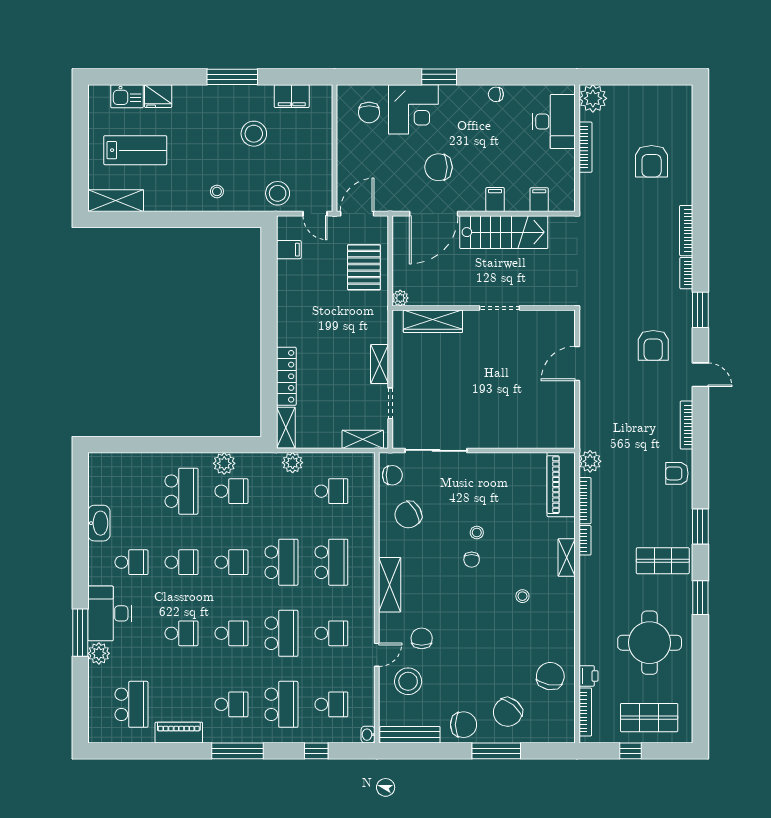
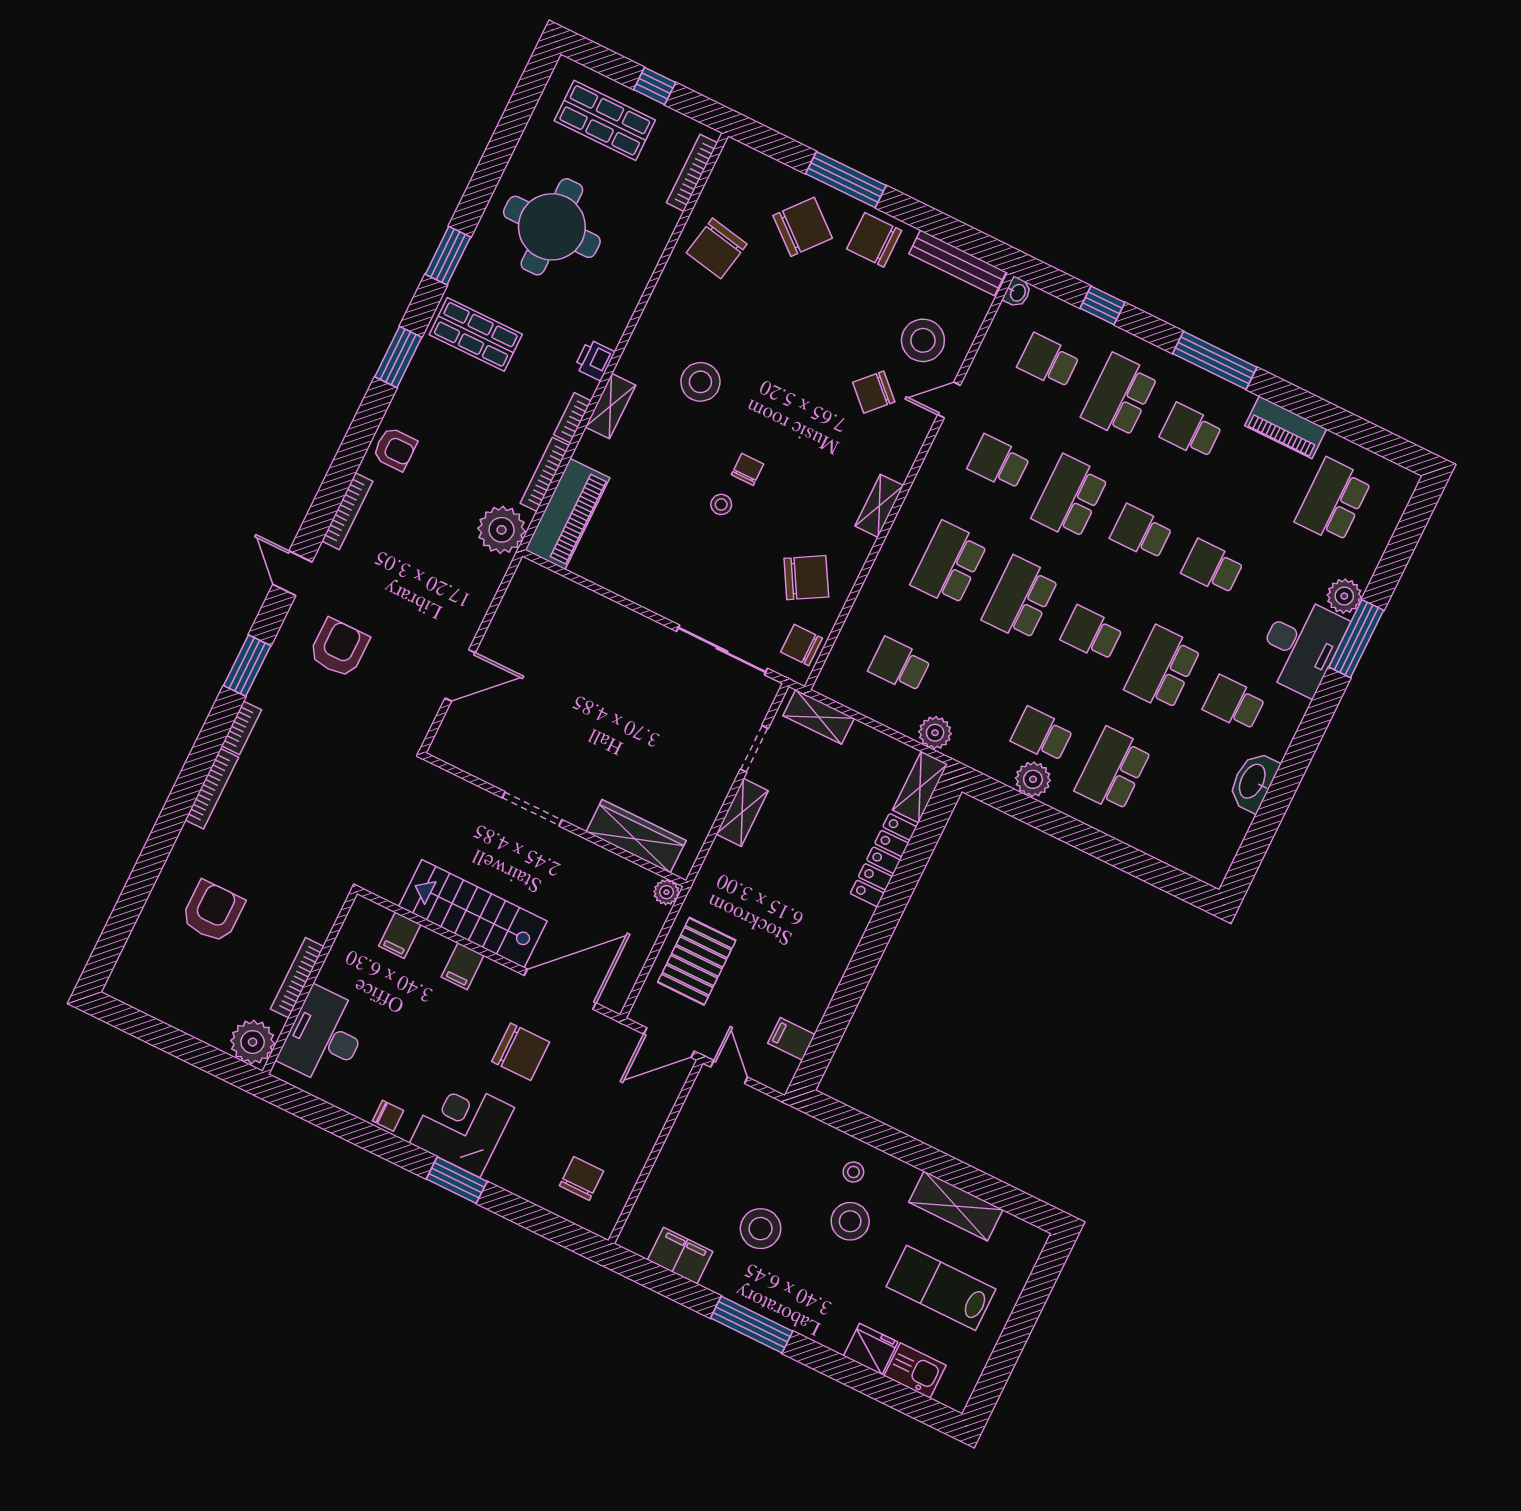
corner desk: (413, 109) -> (462, 1125), moved
stool: (278, 193) -> (850, 1221), moved
shelving: (116, 201) -> (956, 1206), moved
plant: (590, 461) -> (502, 530), width x1.36, depth x1.36
school desk: (181, 562) -> (1163, 668), width x1.85
shelving: (390, 585) -> (879, 506), width x0.67, depth x0.75
stool: (522, 596) -> (700, 382), width x1.89, depth x1.89
chair: (422, 638) -> (874, 392), turned 44
printer: (588, 676) -> (595, 360), moved

